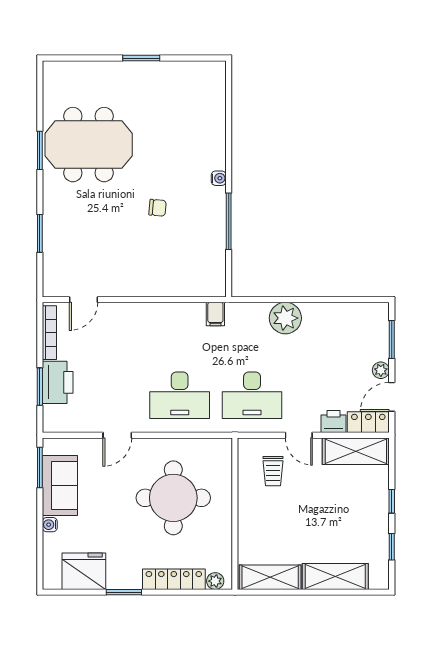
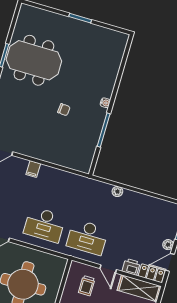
filing cabinet: (215, 314) -> (33, 169), moved
plant: (285, 318) -> (117, 191), width x0.53, depth x0.53

